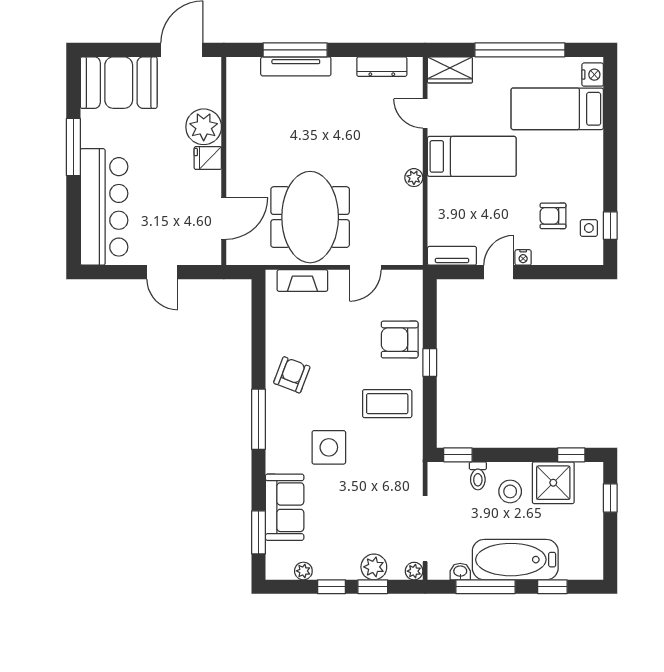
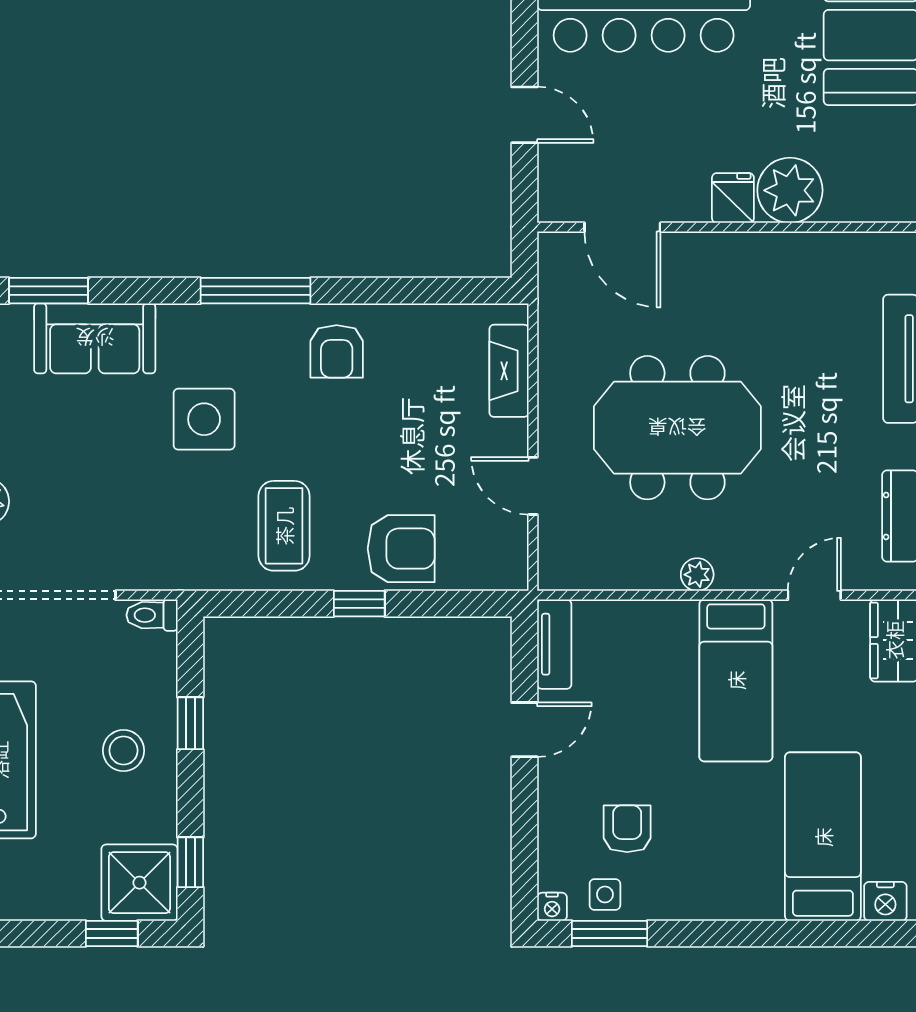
meeting table: (310, 217) -> (677, 428), moved
window: (610, 226) -> (610, 934), width x1.50
nightstand: (523, 257) -> (552, 907), moved, turned -90
door: (162, 272) -> (524, 115), swing flipped
door: (499, 272) -> (524, 730), hinge flipped
armchair: (400, 340) -> (401, 549), turned 90
armchair: (292, 375) -> (337, 351), turned 69
window: (458, 455) -> (190, 723), moved
toilet: (478, 476) -> (152, 615), moved
shower: (553, 483) -> (139, 883), moved

